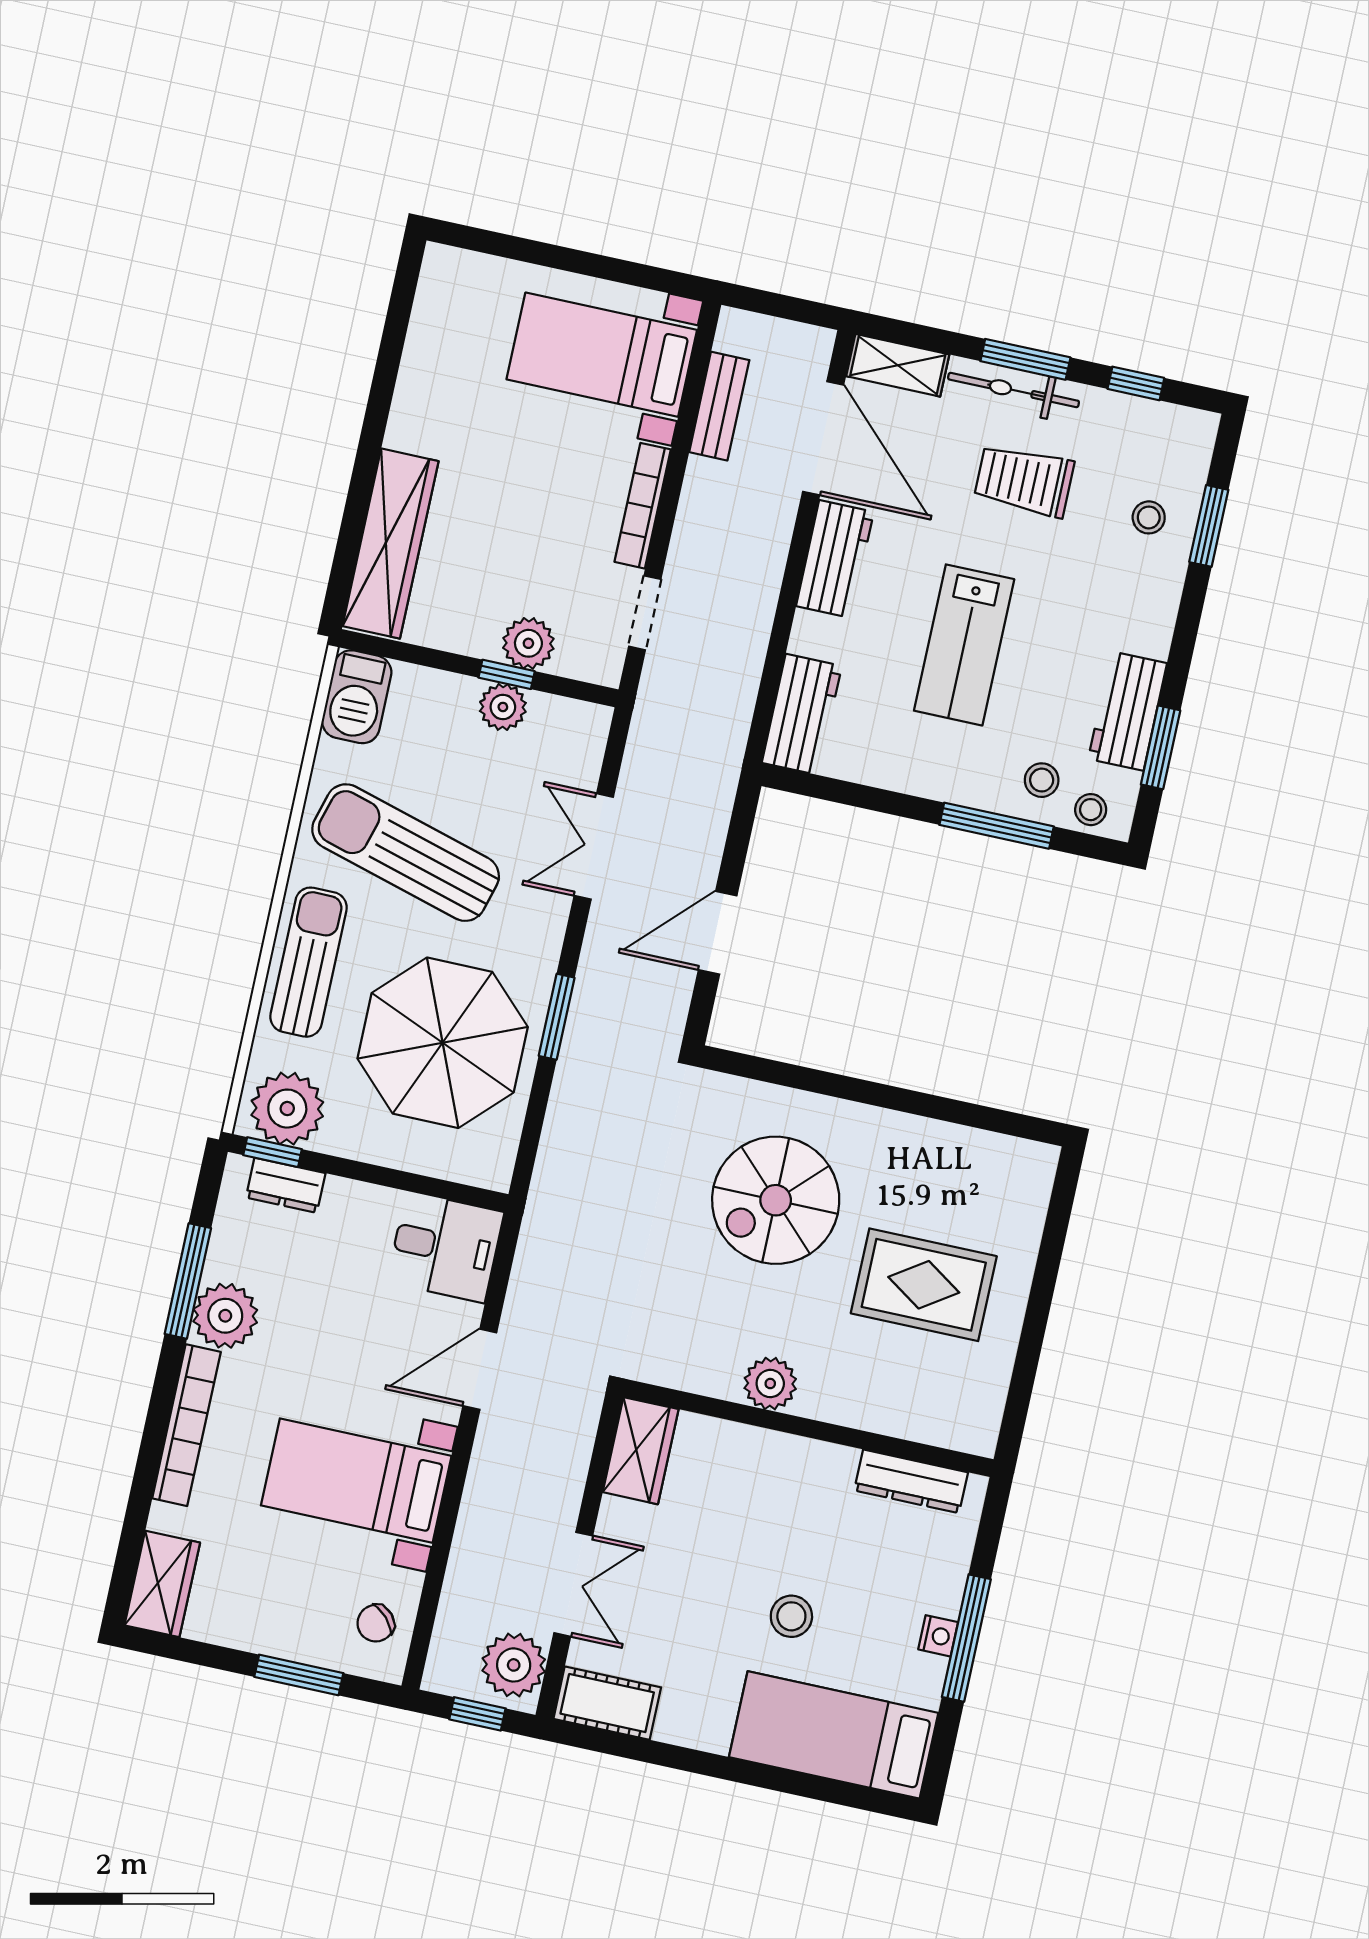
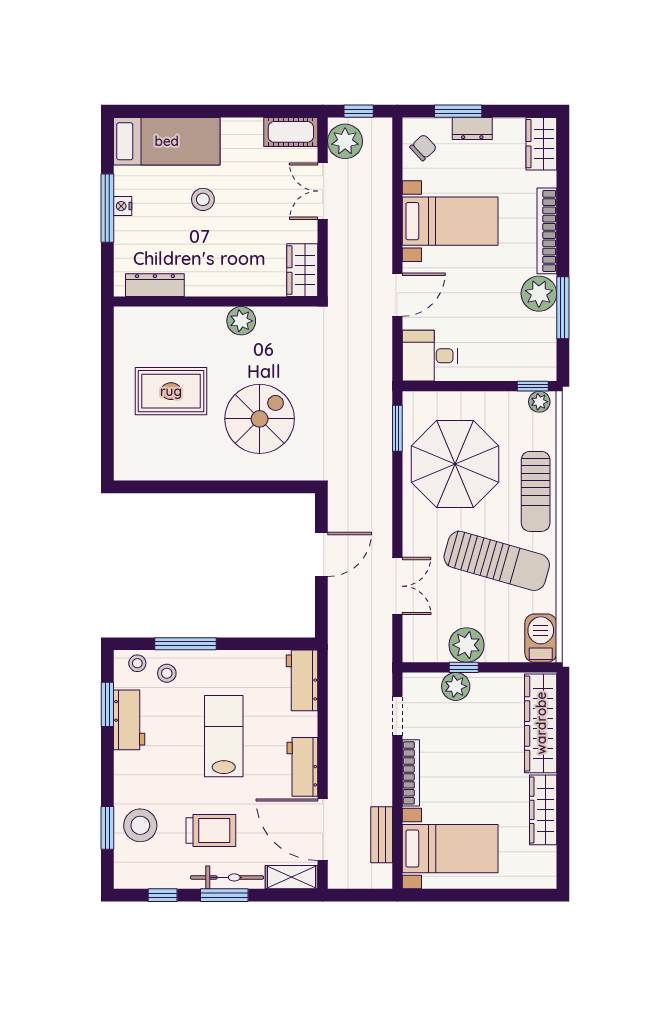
wardrobe: (420, 387) -> (543, 810), added
stool: (1149, 517) -> (140, 825), width x1.89, depth x1.89
plant: (503, 707) -> (467, 645), width x1.36, depth x1.36
window: (557, 1017) -> (397, 428), moved
plant: (287, 1109) -> (539, 402), width x0.53, depth x0.53
dresser: (286, 1185) -> (472, 128), moved, turned 180

